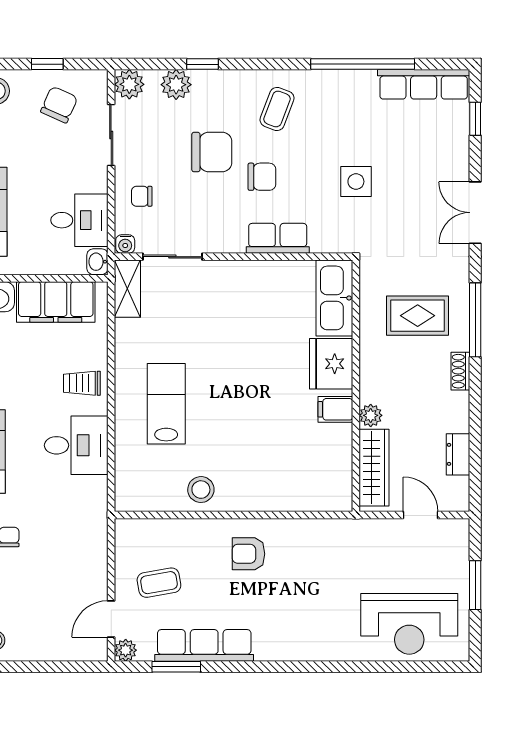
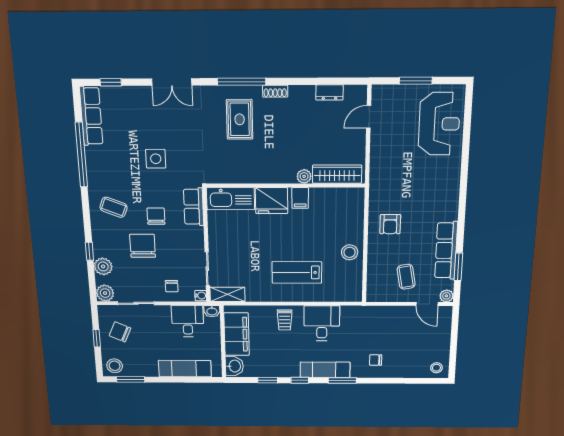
kitchen sink: (334, 298) -> (230, 199), moved
fridge: (331, 364) -> (272, 201), moved
wall: (356, 386) -> (285, 185), moved
filing cabinet: (335, 409) -> (300, 198), moved
plant: (371, 415) -> (304, 176), moved
wardrobe: (374, 468) -> (337, 174), moved

